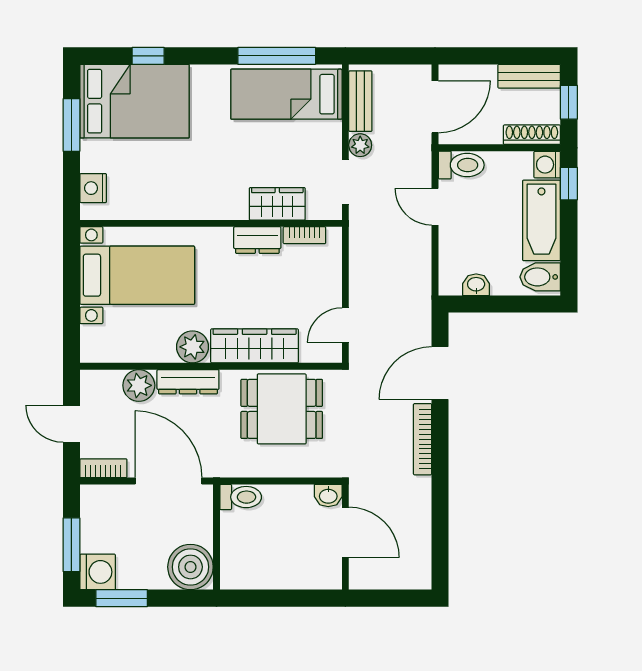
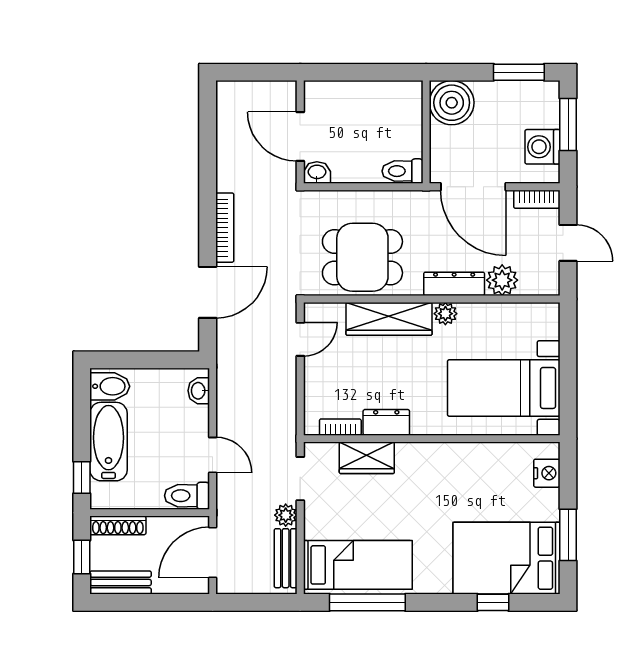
washing machine: (547, 165) -> (103, 496), removed
washbasin: (476, 285) -> (199, 391), moved, turned 90
plant: (192, 347) -> (445, 314), width x0.73, depth x0.73
washing machine: (98, 572) -> (542, 147), moved

